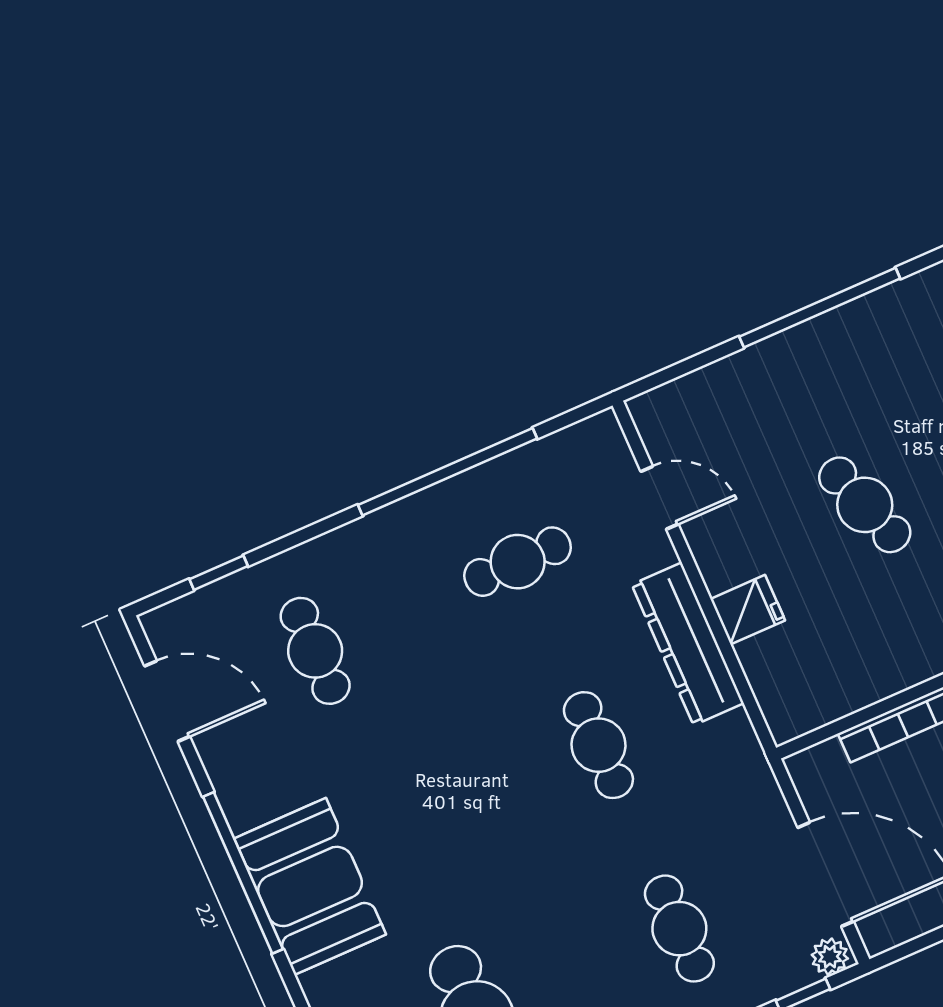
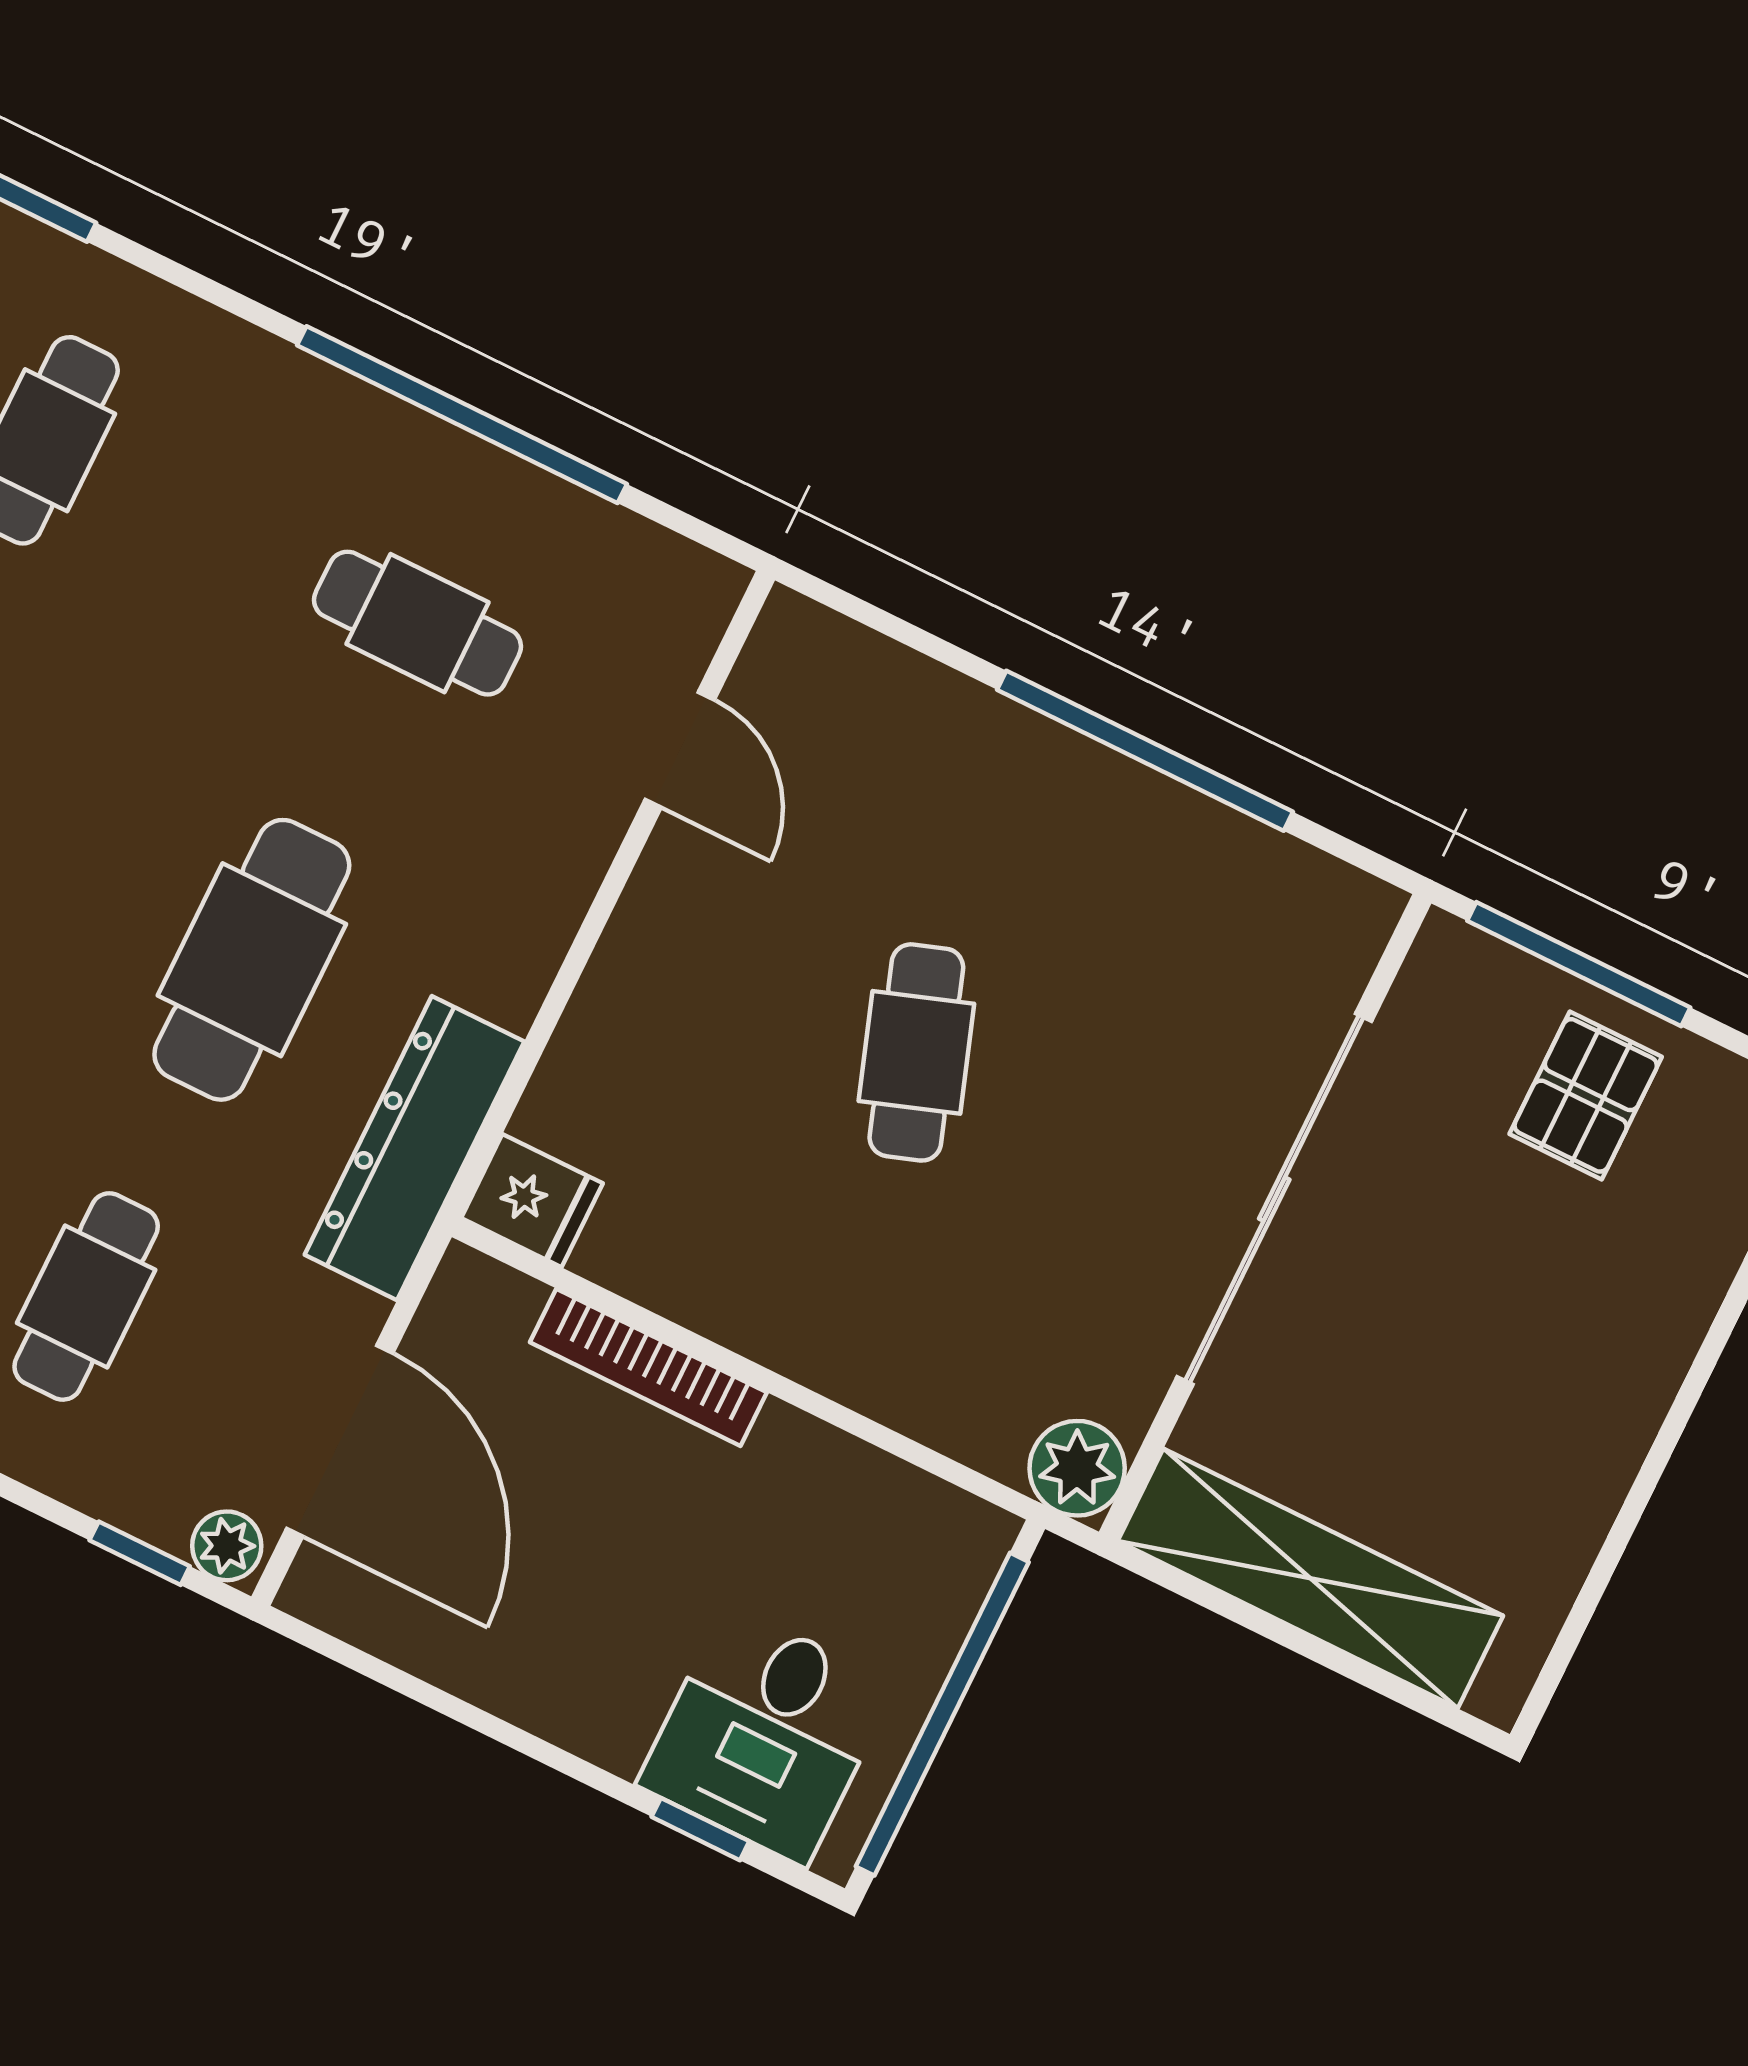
fridge: (748, 610) -> (532, 1201), moved
dresser: (688, 644) -> (414, 1148), moved
cafe table: (598, 745) -> (252, 960), width x1.37, depth x1.35

